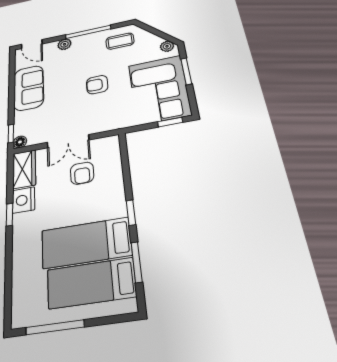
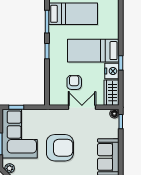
armchair: (97, 85) -> (60, 148), width x1.88, depth x1.88
bed: (86, 243) -> (93, 51), moved, turned 180

